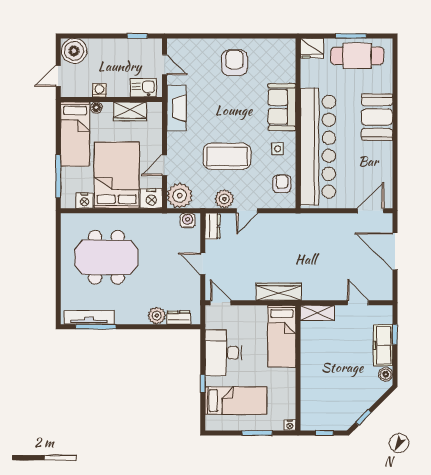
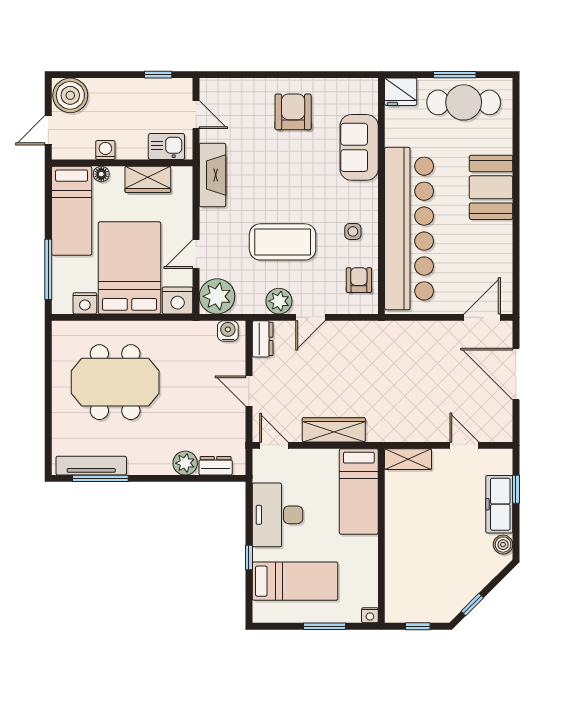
sofa: (282, 107) -> (359, 147), moved
wardrobe: (279, 292) -> (334, 430), moved

